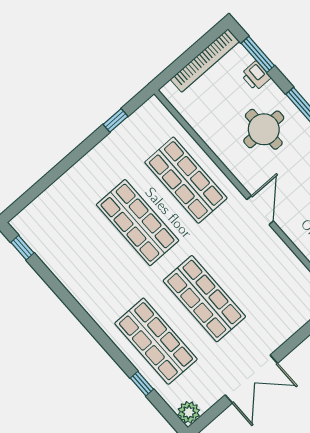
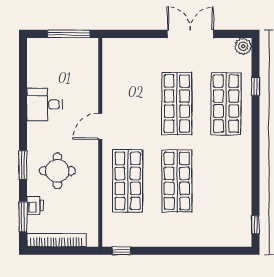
window: (116, 120) -> (121, 251), moved

